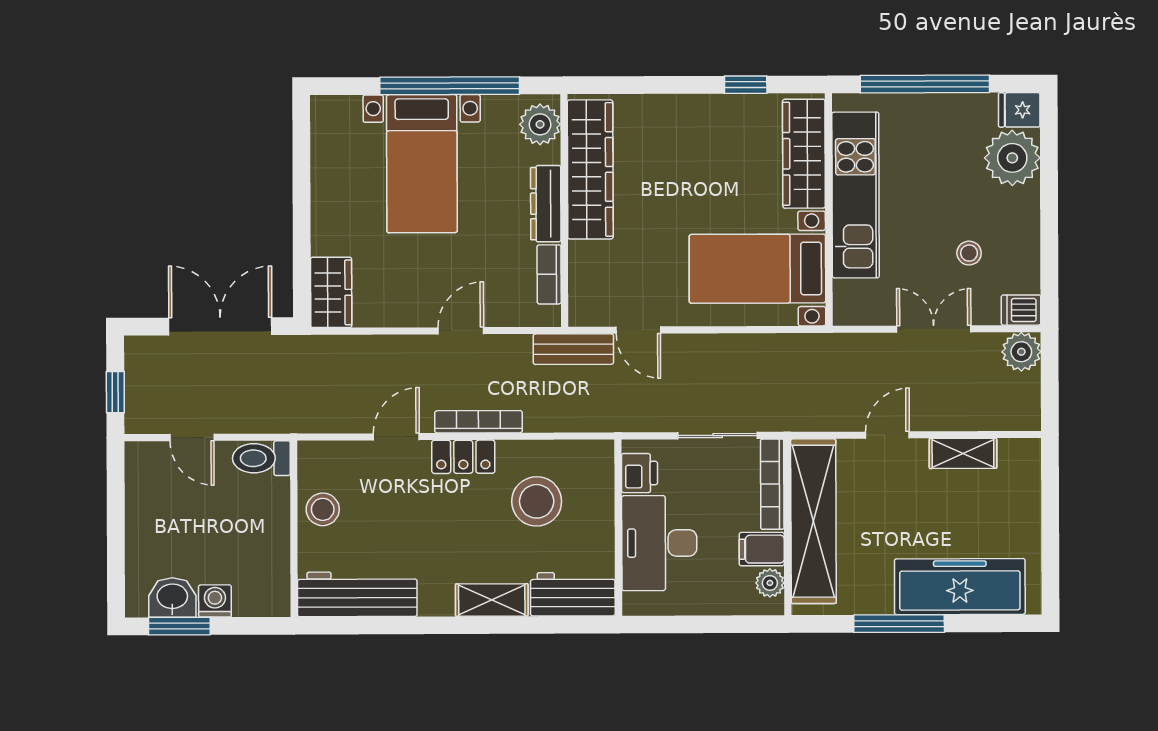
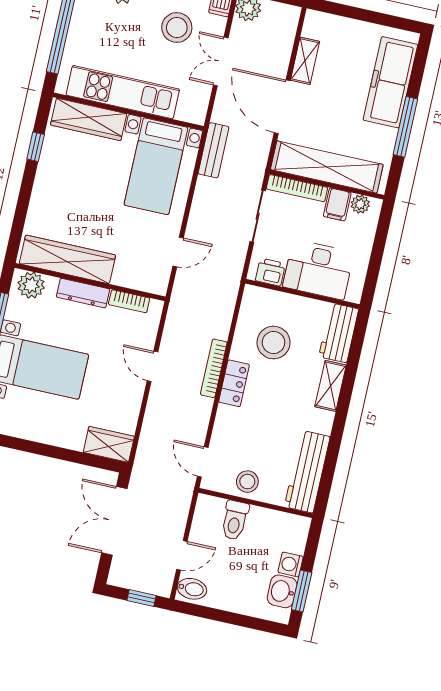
stool: (969, 253) -> (177, 28), width x1.89, depth x1.89
bench: (573, 349) -> (214, 150), moved
door: (887, 435) -> (282, 107), width x1.88
door: (396, 437) -> (203, 462), moved
toilet: (261, 458) -> (235, 520), moved
bidet: (146, 464) -> (192, 589), added

